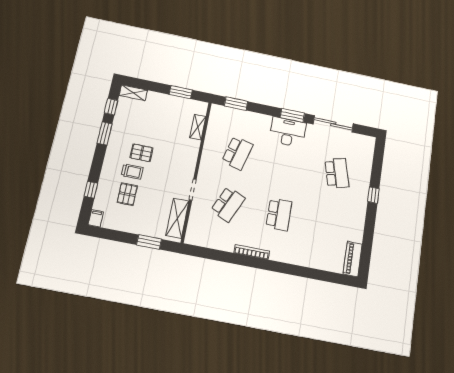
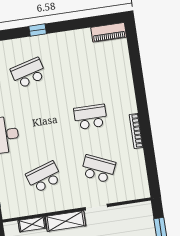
school desk: (237, 153) -> (44, 177), turned -33
shelving: (177, 218) -> (65, 221), moved

